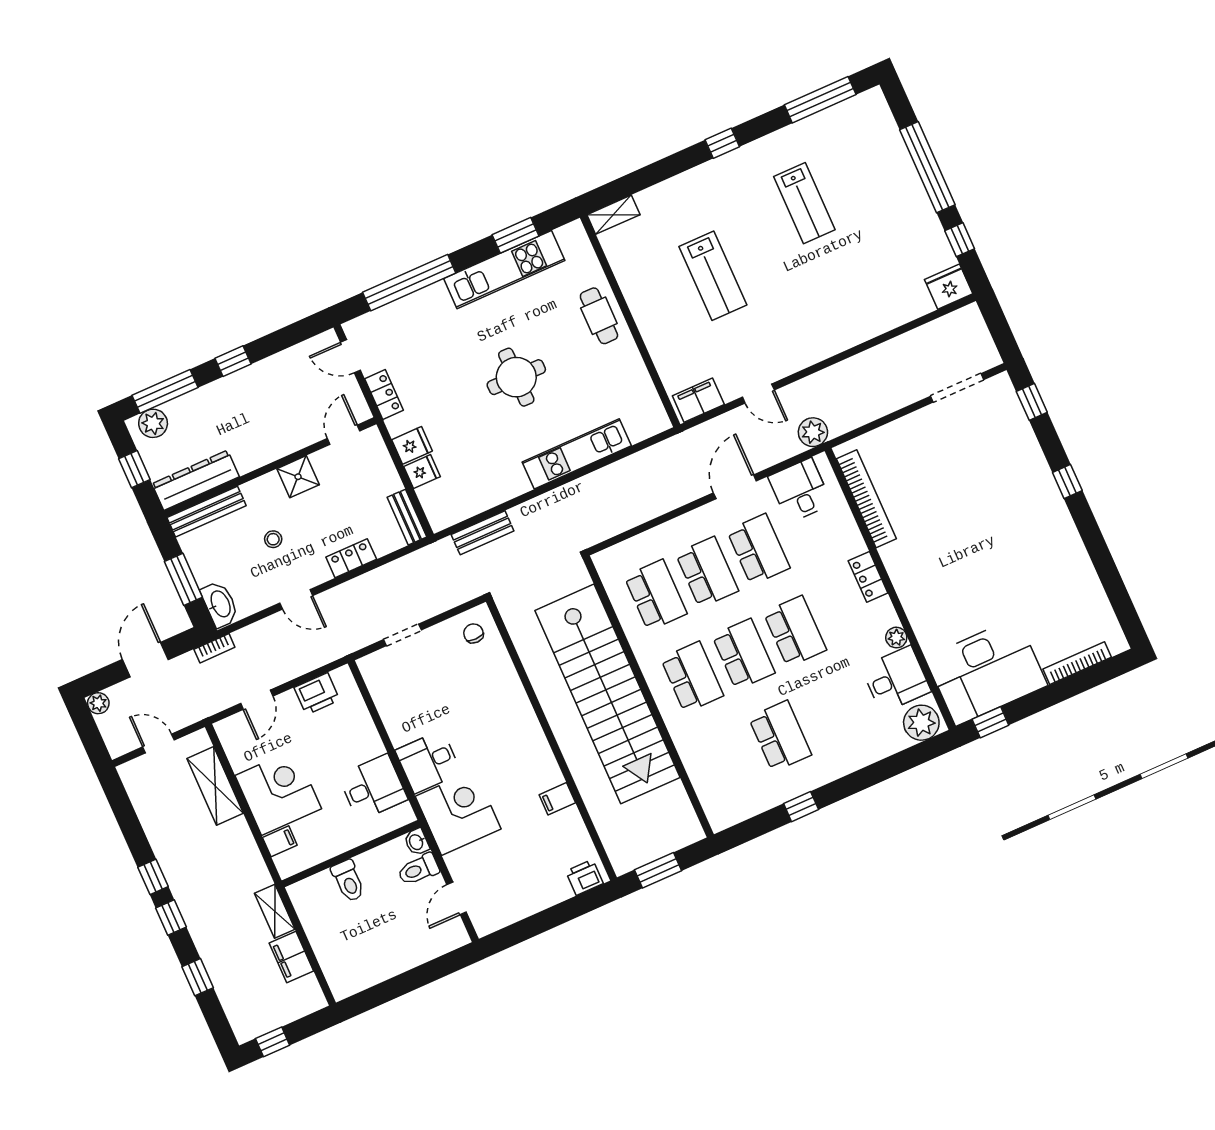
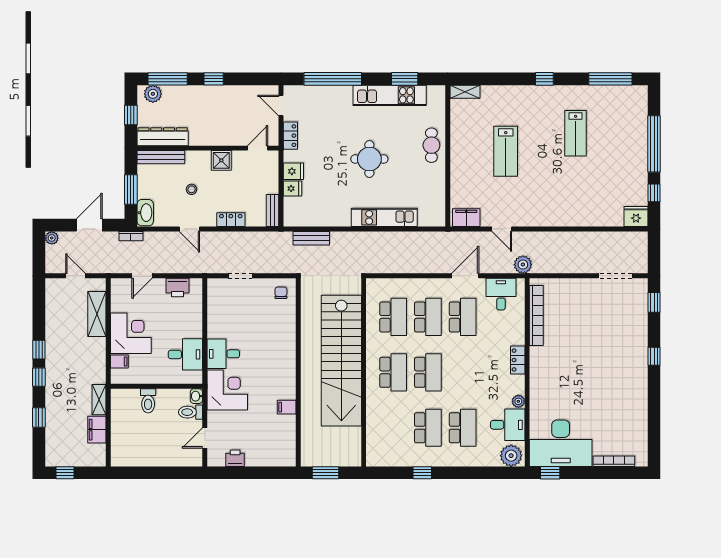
school desk: (795, 631) -> (463, 428), moved
printer: (584, 877) -> (235, 458), moved

